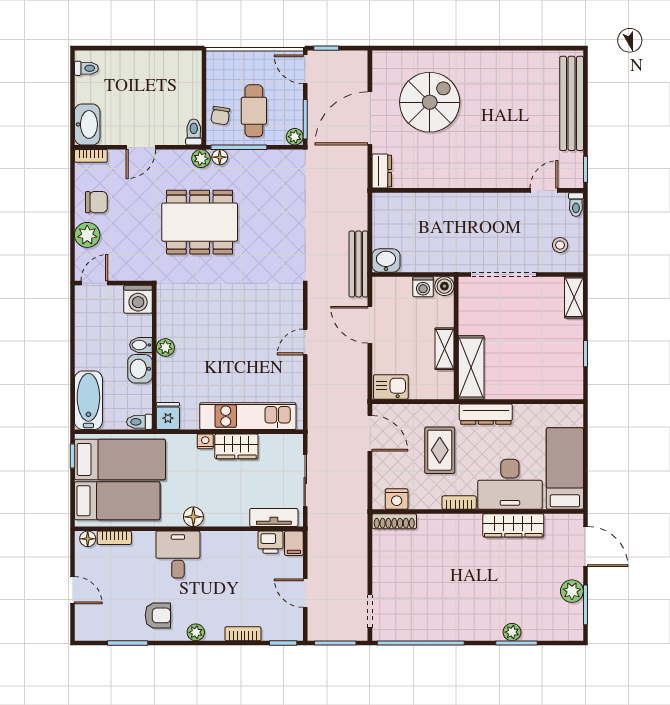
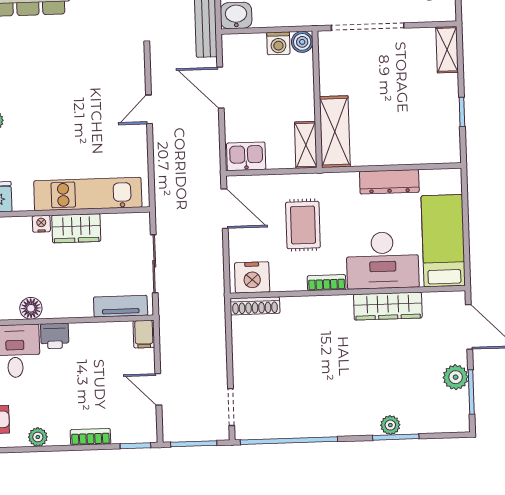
shelving: (445, 349) -> (306, 145), moved
dresser: (486, 414) -> (389, 182), moved
nightstand: (397, 499) -> (252, 277), width x1.36, depth x1.33
printer: (271, 542) -> (55, 336), moved

